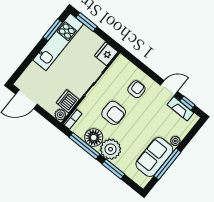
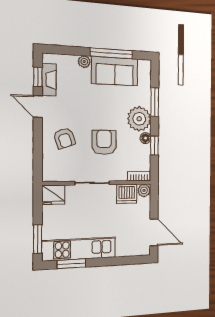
armchair: (136, 89) -> (64, 138), turned -109
floor lamp: (94, 138) -> (146, 138), width x0.53, depth x0.53
window: (84, 146) -> (154, 146), width x0.46

